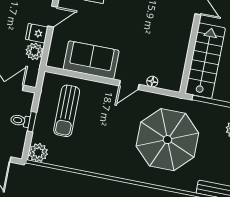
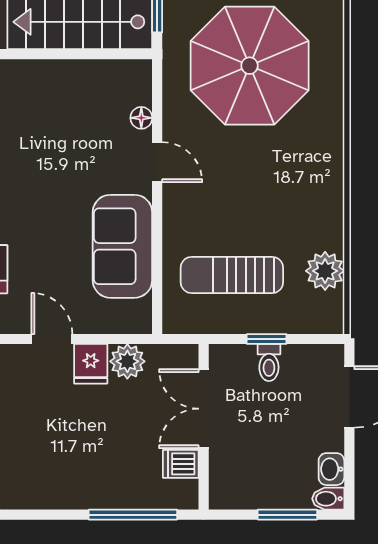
sun lounger: (67, 111) -> (232, 275), turned 180
plant: (38, 153) -> (325, 271), moved

